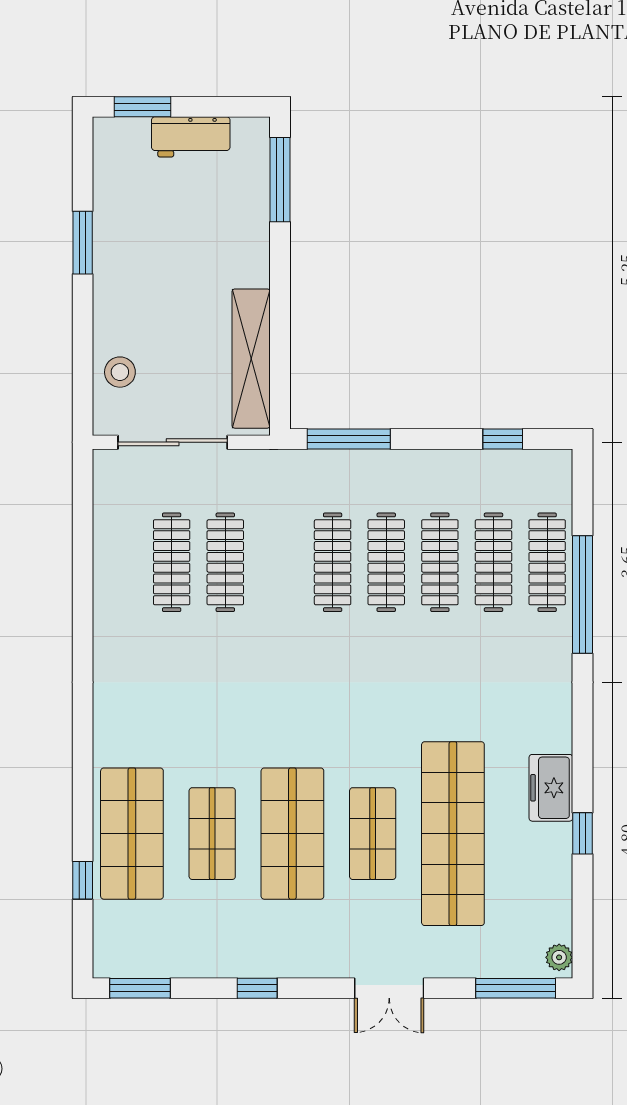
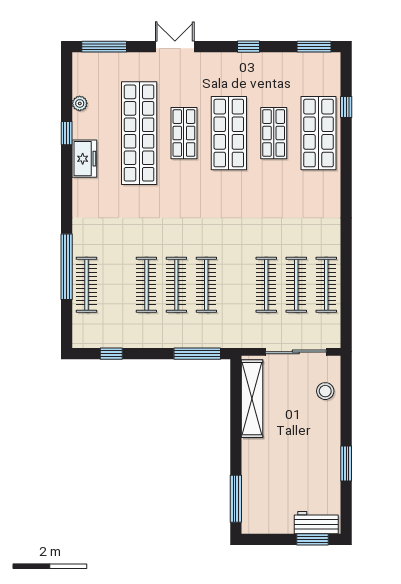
workbench: (191, 137) -> (316, 523), moved
clothes rail: (494, 562) -> (326, 285), moved
plant: (559, 957) -> (80, 103), moved

